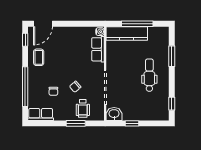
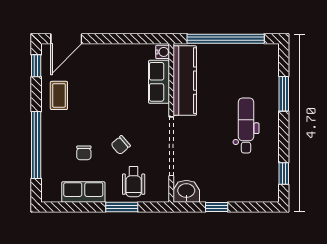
window: (137, 24) -> (226, 39), width x1.46
kitchen counter: (127, 33) -> (185, 81), moved, turned -90
row of seats: (41, 114) -> (83, 192), moved

